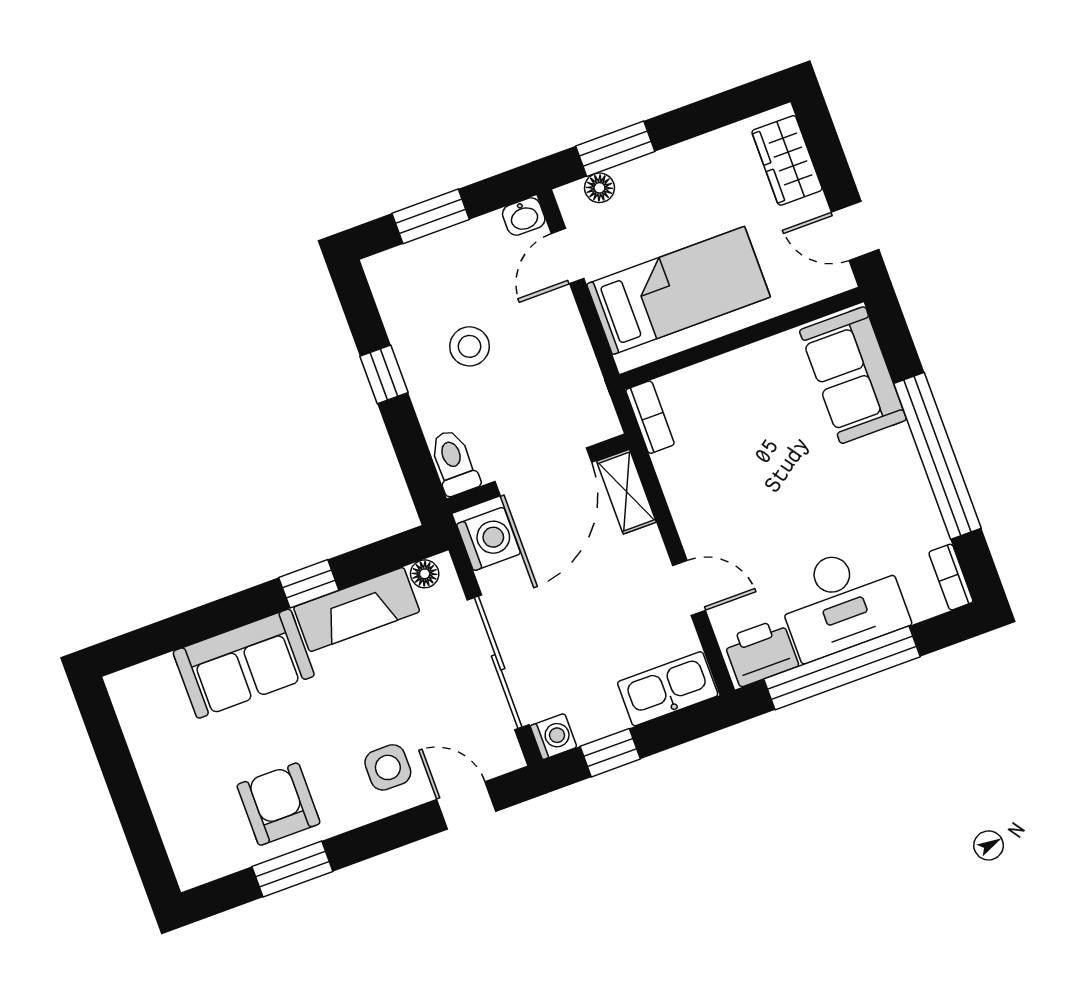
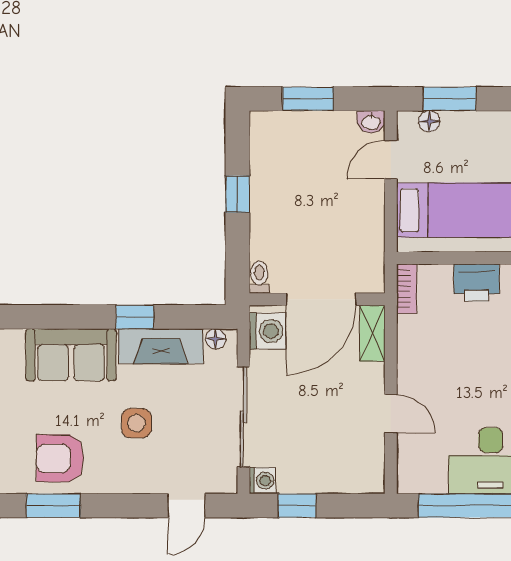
stool: (470, 346) -> (302, 196), removed
toilet: (454, 462) -> (259, 277), width x0.73, depth x0.72
printer: (761, 652) -> (477, 283), moved, turned 180
kitchen sink: (668, 689) -> (351, 477), removed
side table: (388, 767) -> (136, 423), moved
armchair: (279, 804) -> (60, 458), turned -90
door: (466, 805) -> (187, 506), swing flipped

